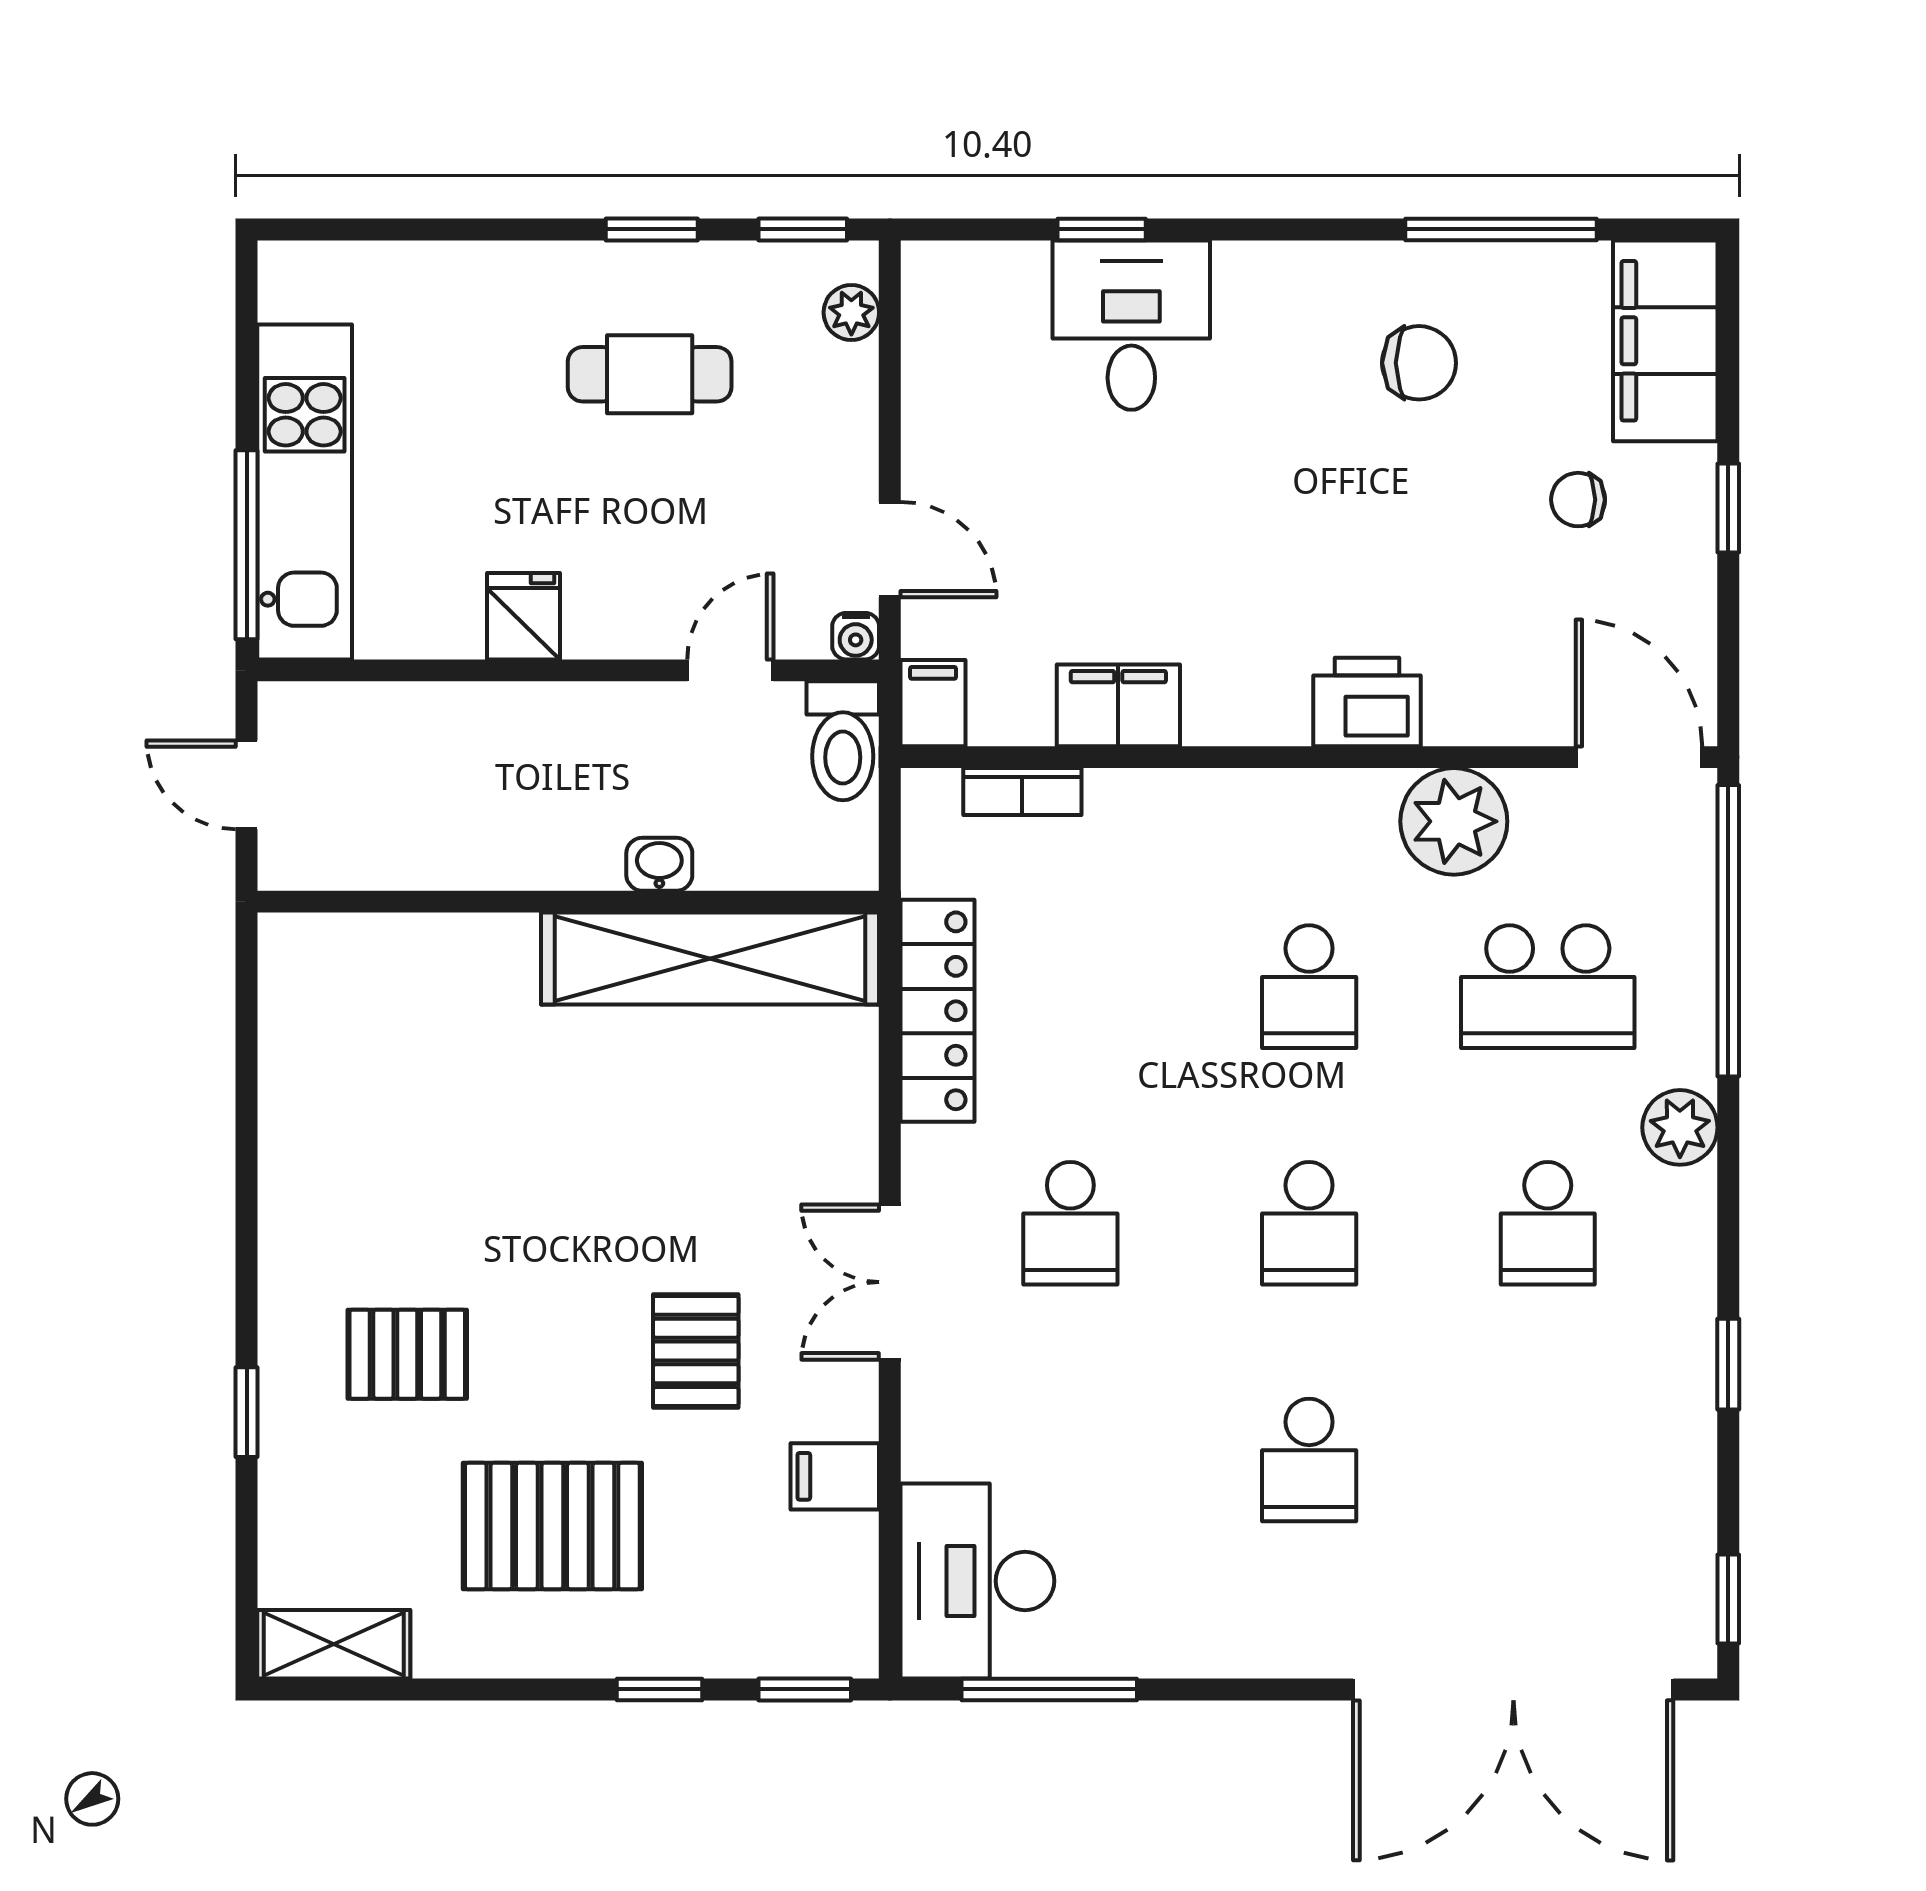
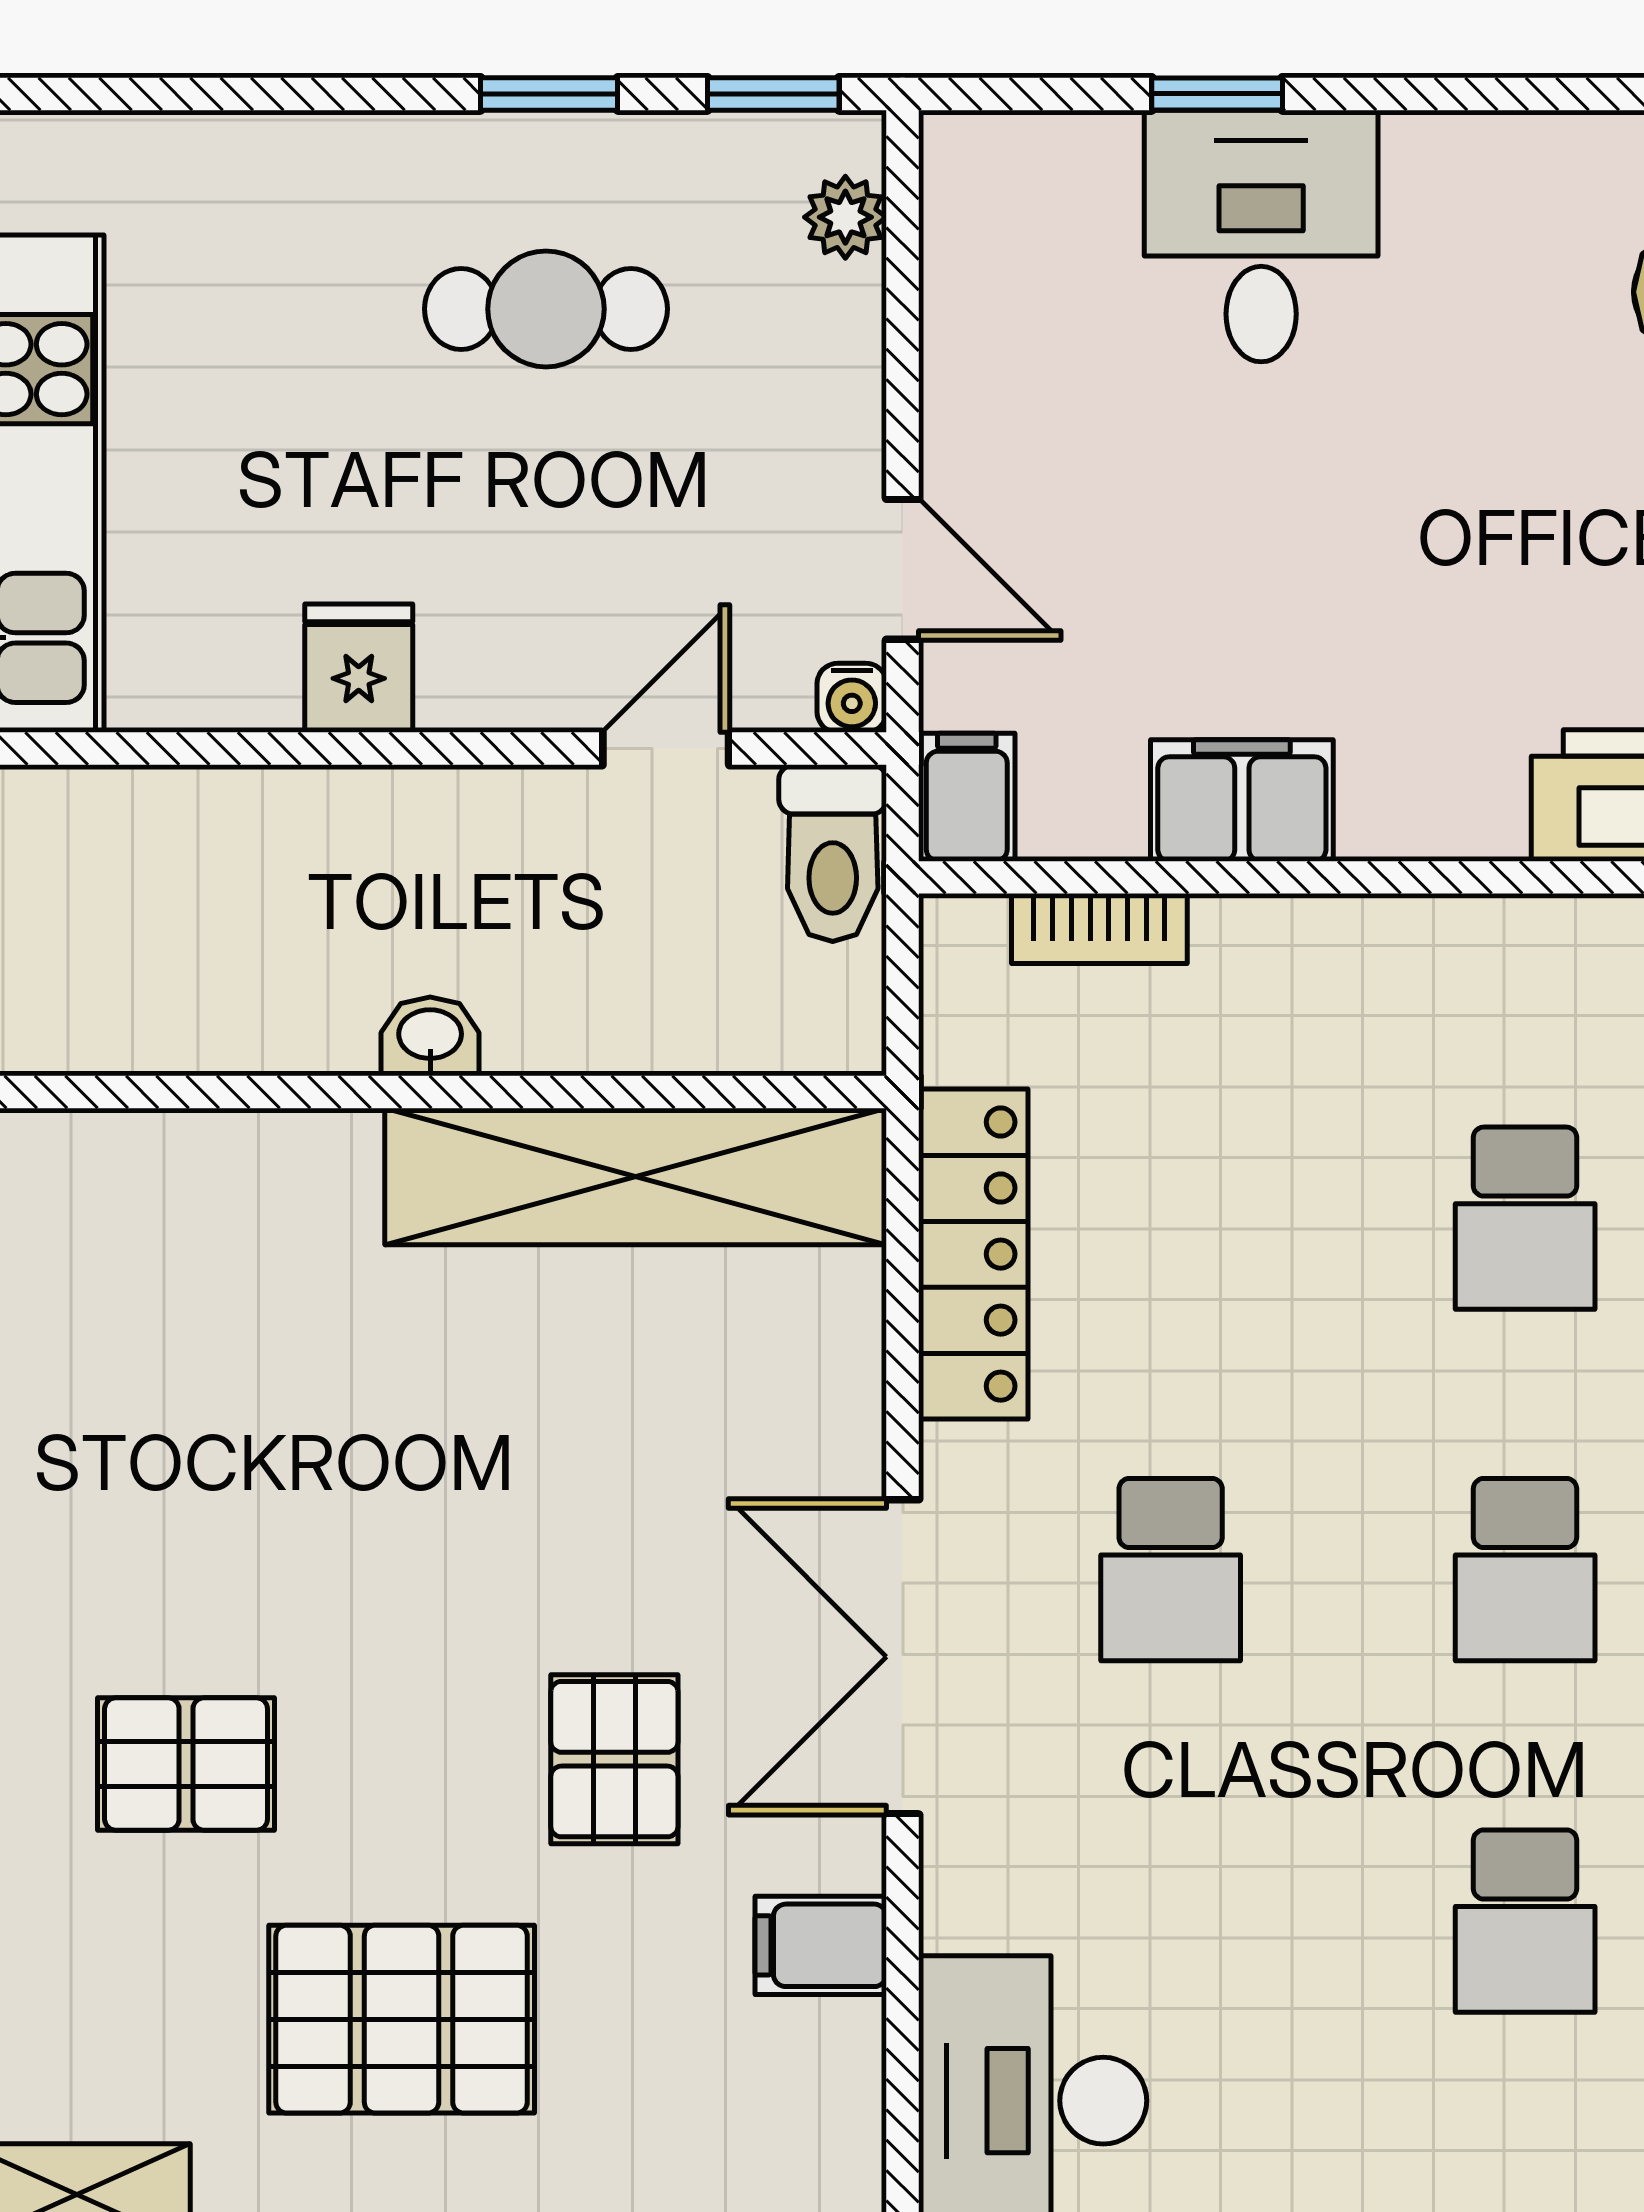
washbasin: (659, 864) -> (430, 1036), moved
double door: (890, 1282) -> (903, 1657), width x1.37

